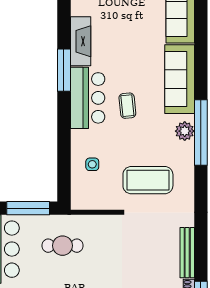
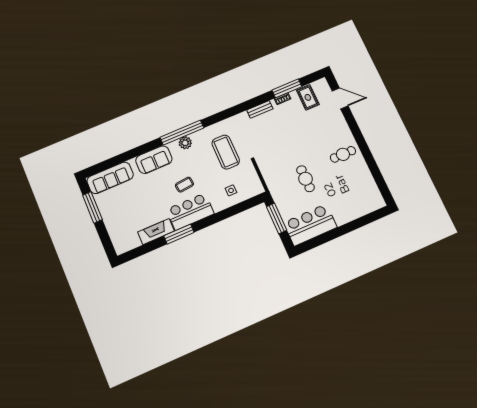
sofa: (180, 79) -> (154, 160), width x0.73
cafe table: (62, 246) -> (306, 179), moved
bench: (187, 253) -> (260, 109), width x0.73

